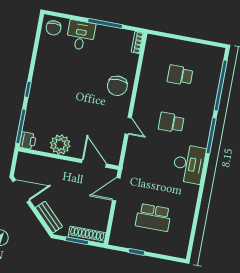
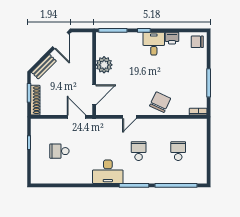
desk: (81, 35) -> (154, 44), moved, turned -90
chair: (117, 86) -> (160, 102), turned 115
printer: (28, 141) -> (172, 38), moved
school desk: (153, 217) -> (59, 151), width x0.54

